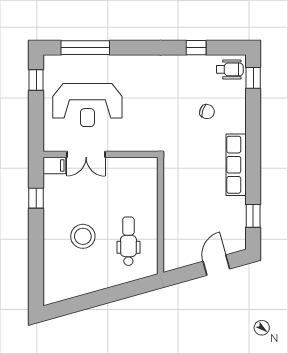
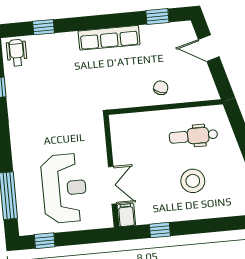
window: (253, 78) -> (43, 27), moved
chair: (207, 112) -> (161, 88), moved

